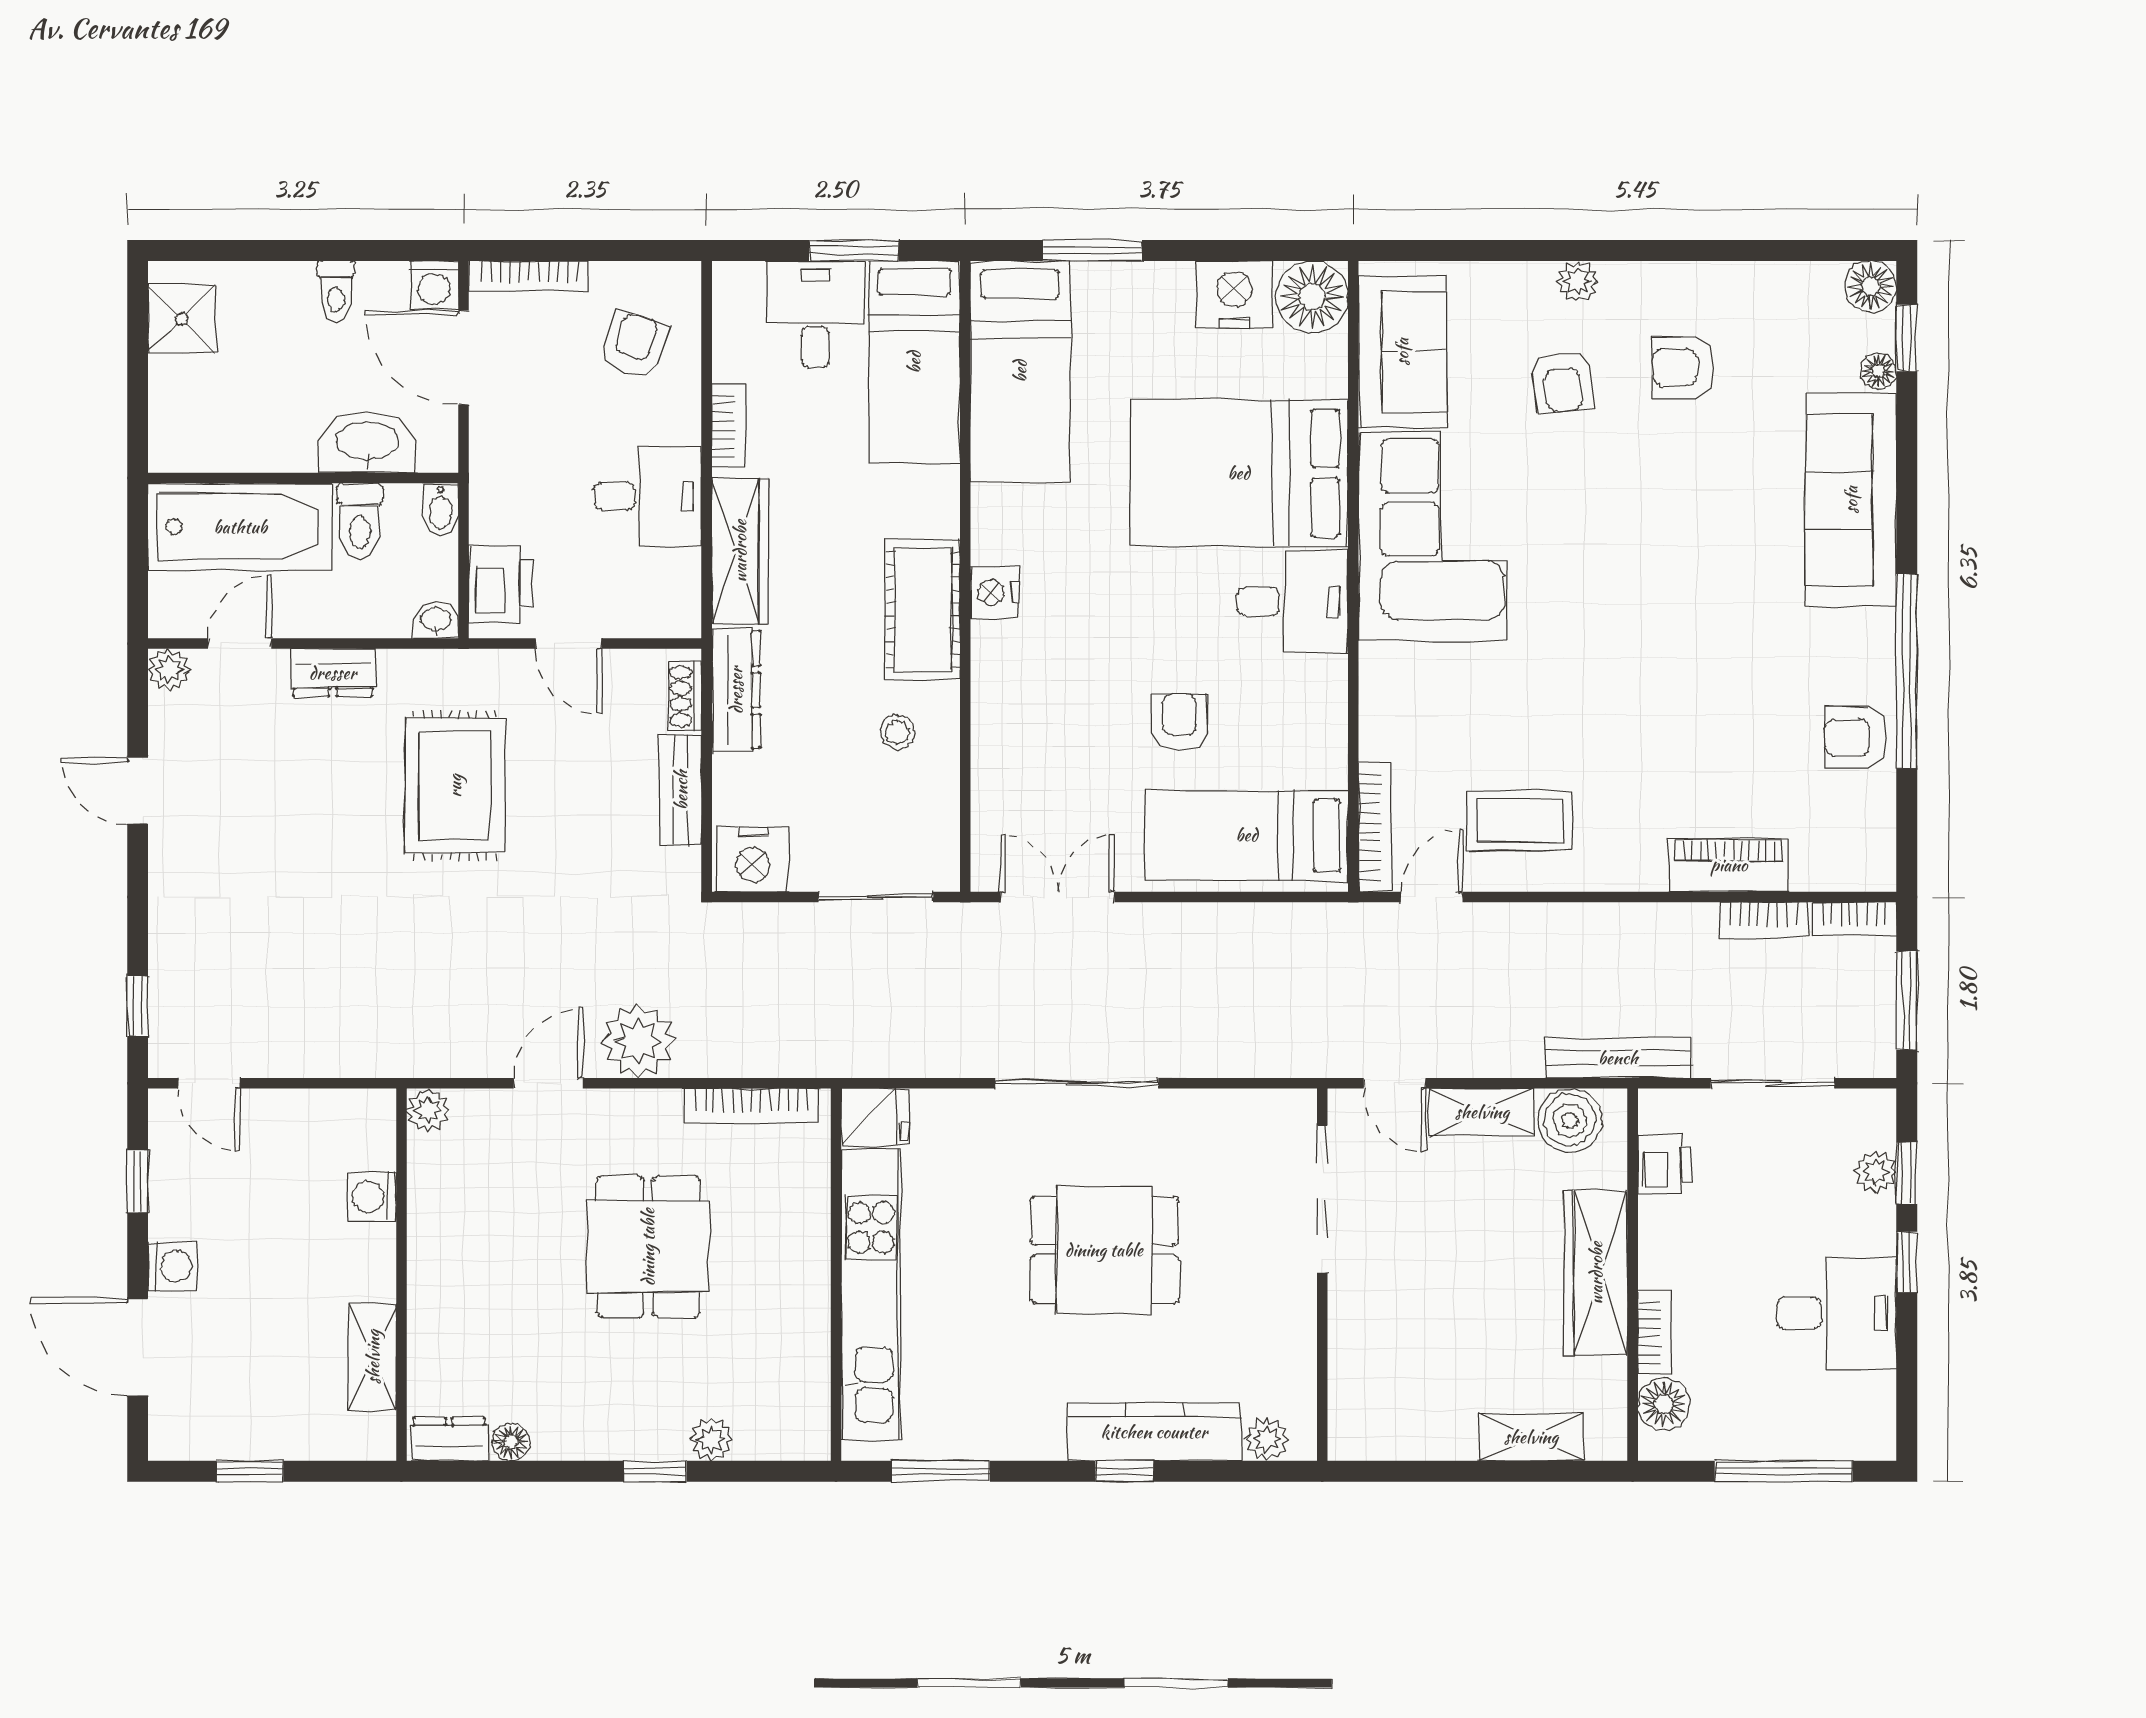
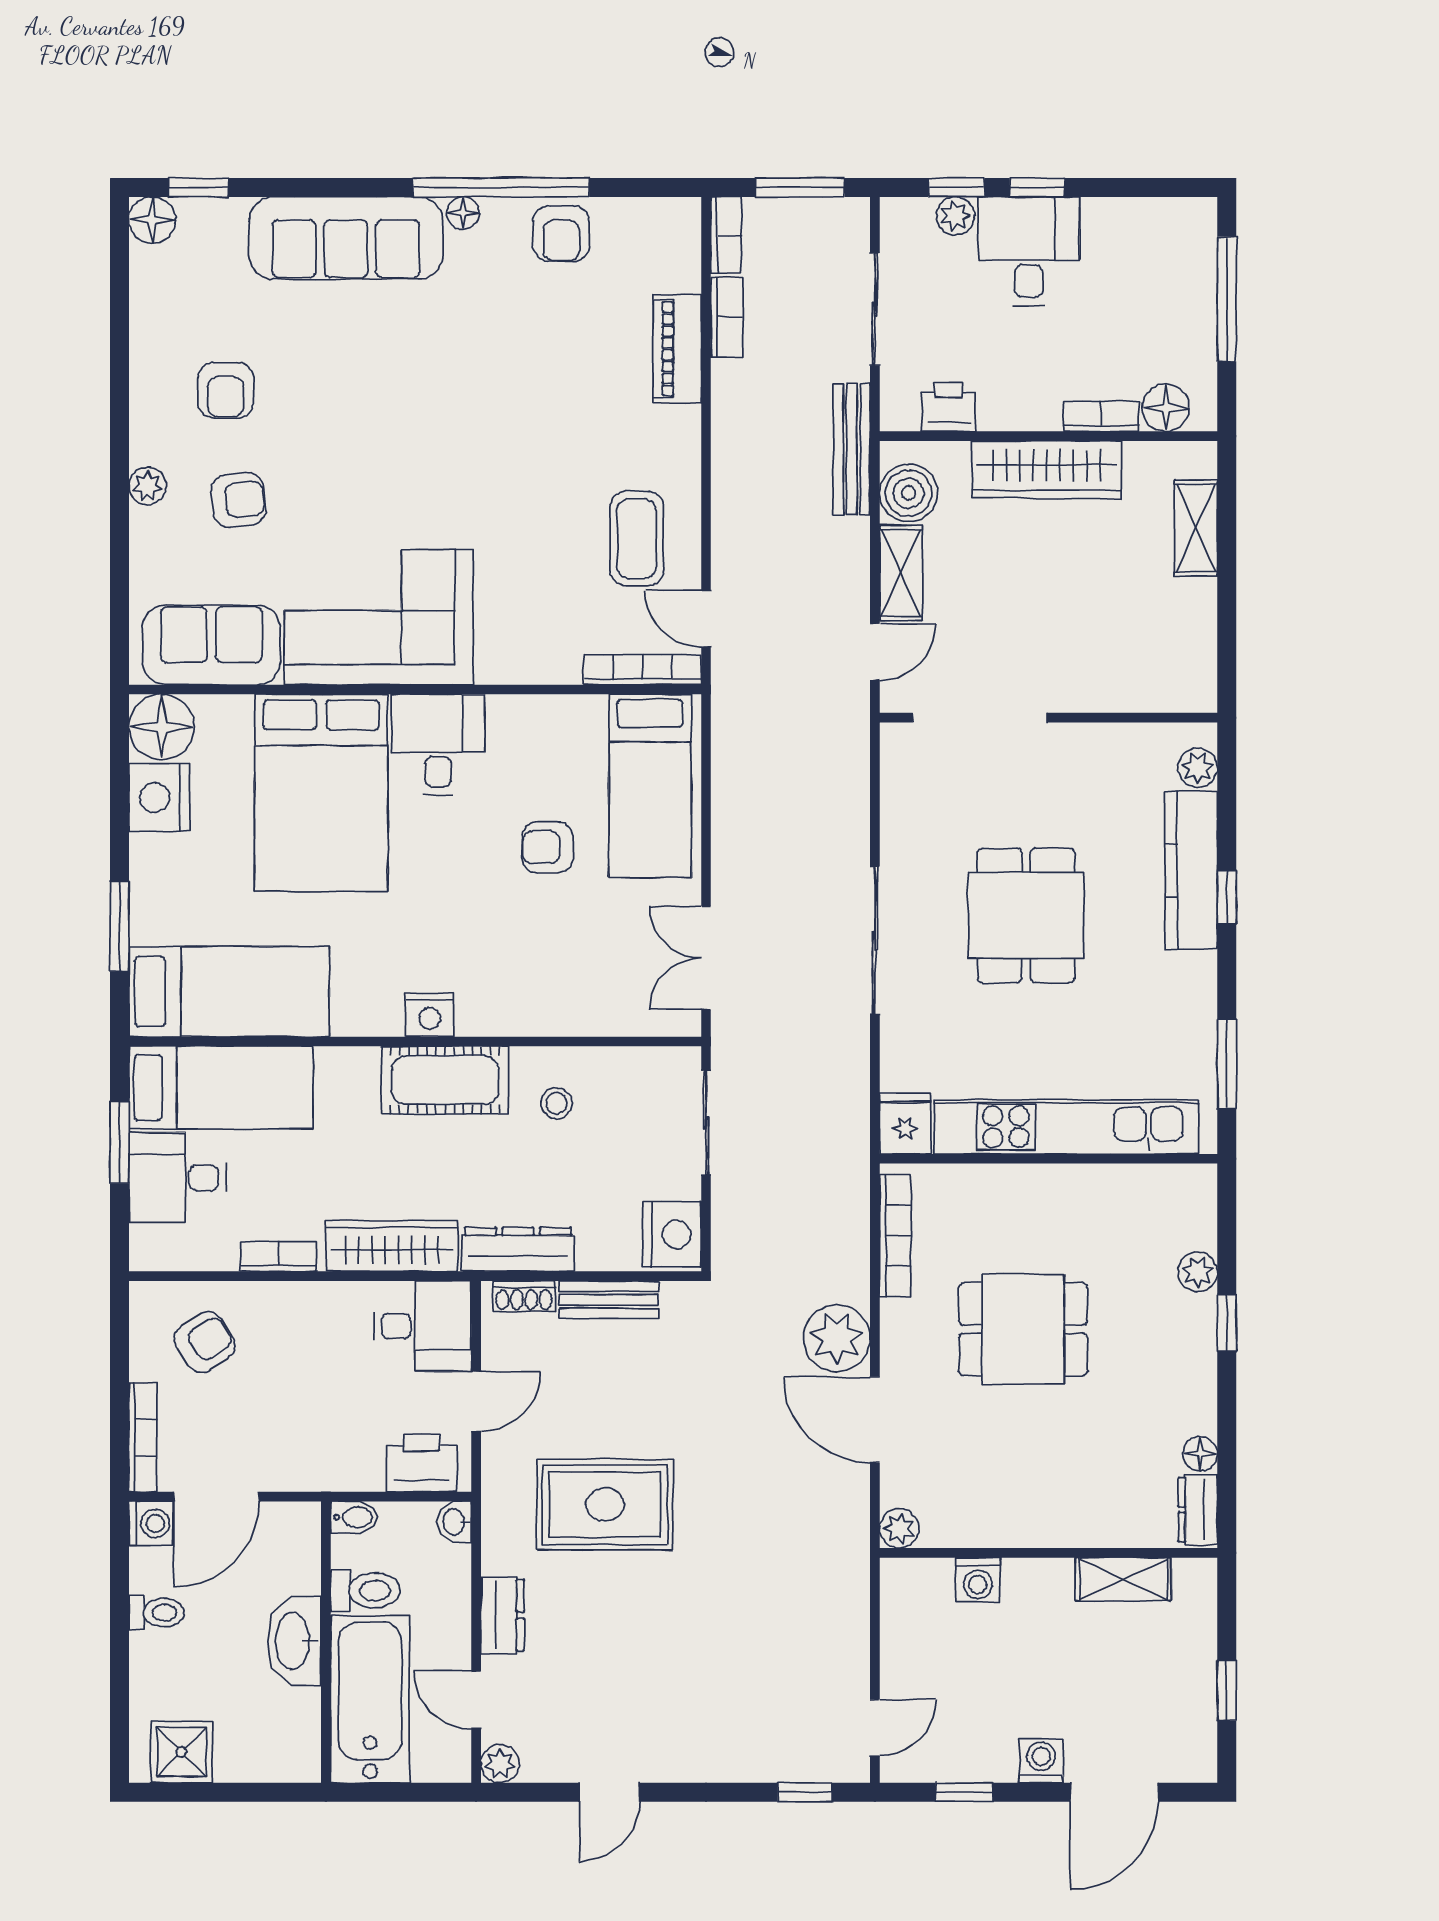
armchair: (634, 344) -> (205, 1342), turned 127
floor lamp: (1878, 371) -> (463, 213), moved
washbasin: (367, 443) -> (294, 1641), moved
desk: (648, 496) -> (423, 1326), moved, turned 90
door: (548, 1083) -> (875, 1420), width x1.38
desk: (1836, 1313) -> (1029, 251), moved

